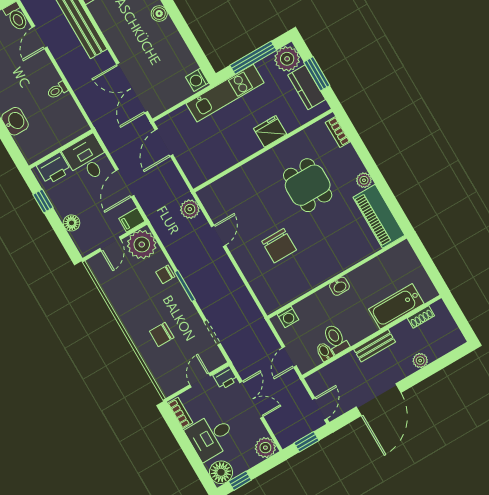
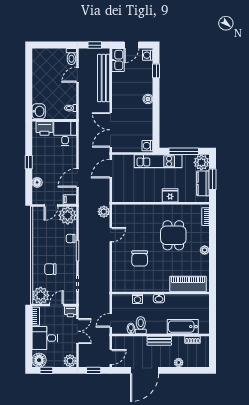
wall: (61, 149) -> (54, 120), moved
desk: (87, 159) -> (65, 134), moved
printer: (54, 169) -> (45, 128), moved
piano: (379, 216) -> (188, 284), moved, turned 90
washing machine: (288, 317) -> (138, 299), moved
plant: (170, 380) -> (41, 295), added

